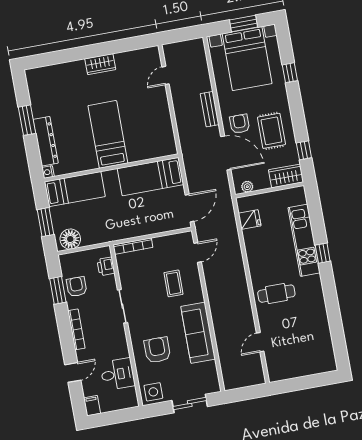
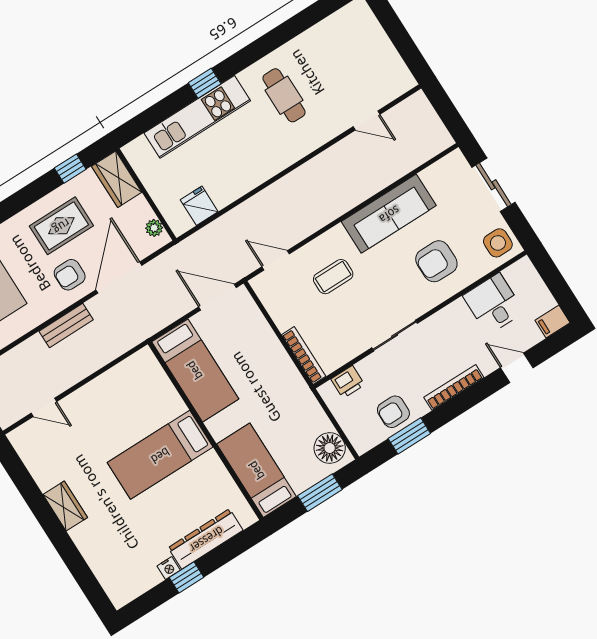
window: (27, 120) -> (186, 577), width x0.67
nightstand: (48, 172) -> (169, 568), moved
cafe table: (276, 294) -> (284, 95), moved

